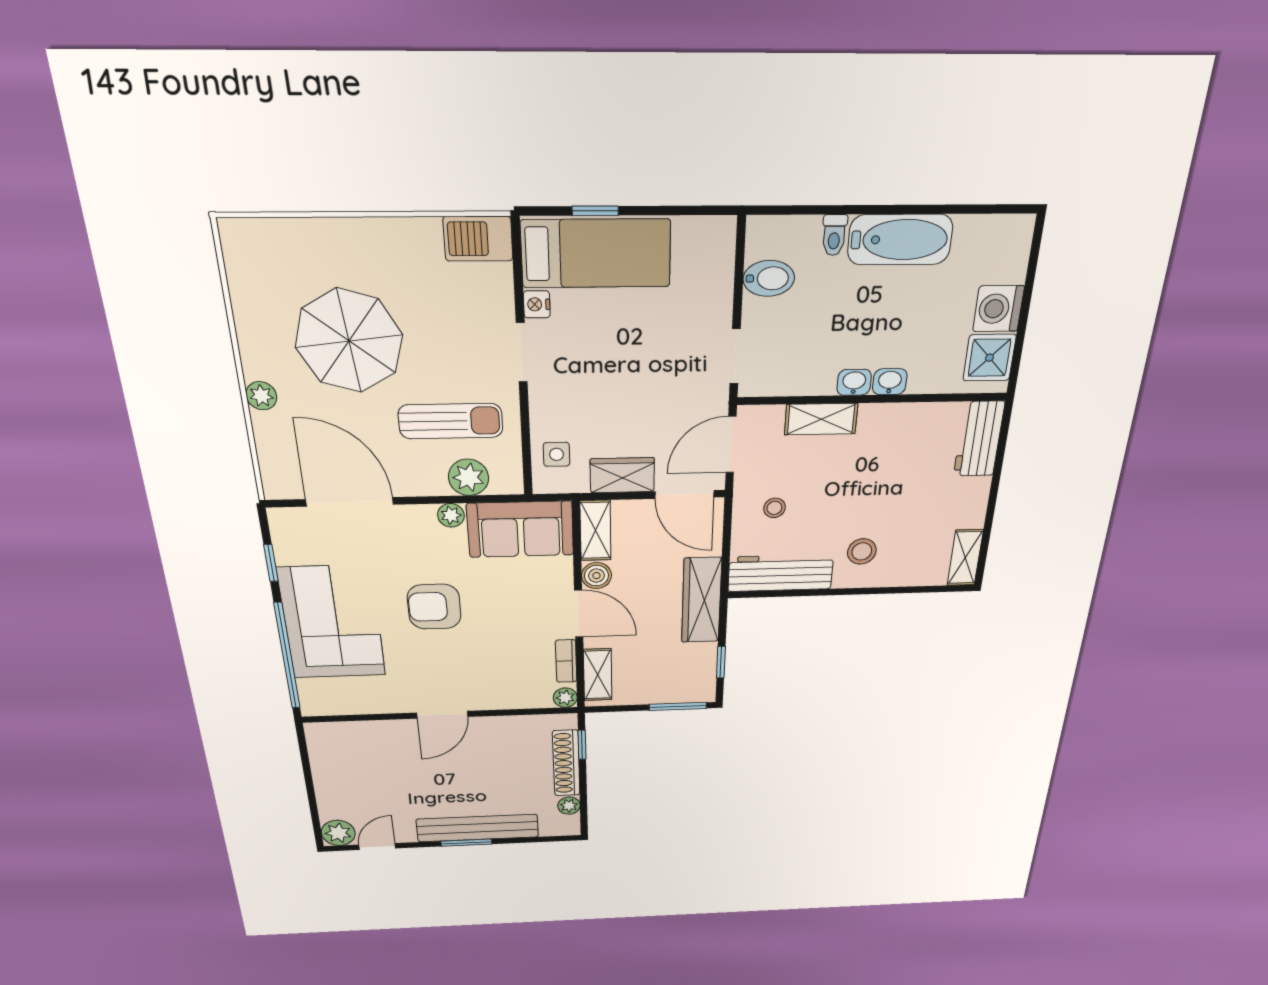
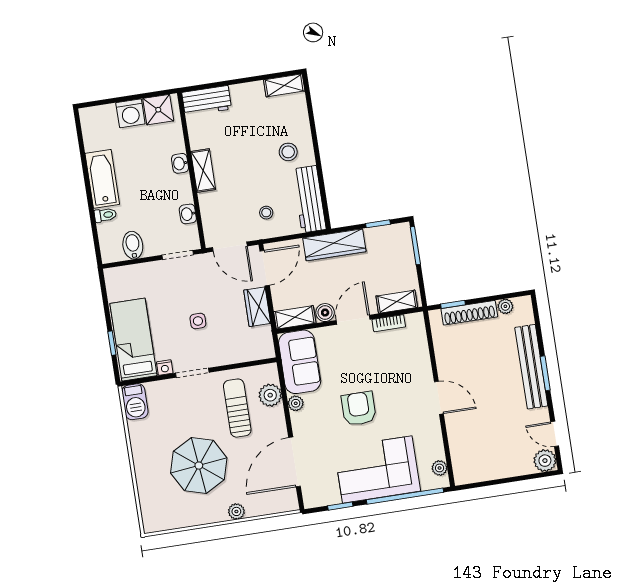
washbasin: (854, 382) -> (188, 214), moved
shelving: (821, 419) -> (203, 170), moved
side table: (557, 454) -> (198, 321), moved
armchair: (434, 607) -> (359, 409), turned 180
plant: (565, 698) -> (440, 468), moved

